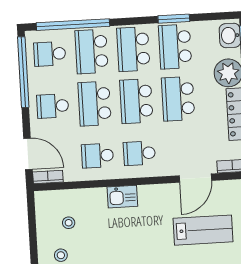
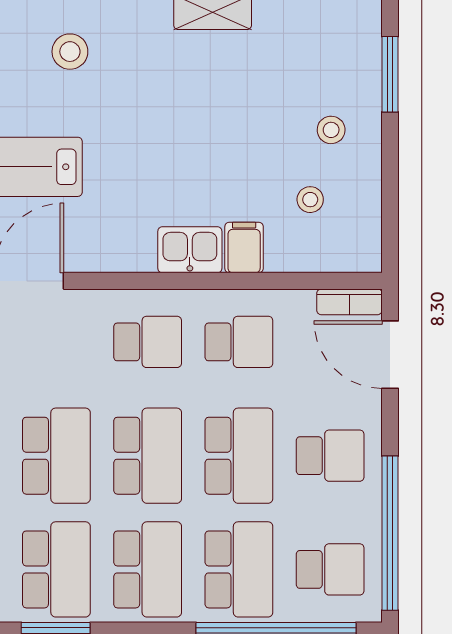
filing cabinet: (98, 199) -> (244, 248), added

